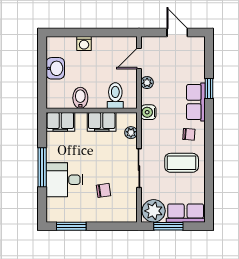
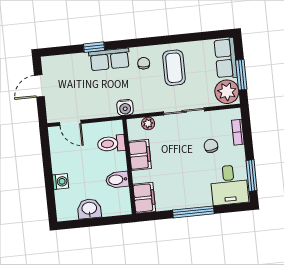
plant: (147, 83) -> (94, 112), removed
desk: (65, 180) -> (229, 185), moved
bookcase: (114, 217) -> (238, 132), added

